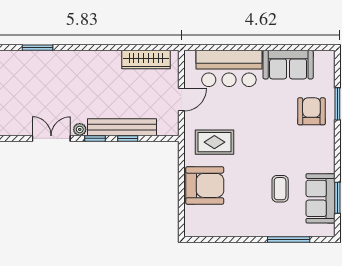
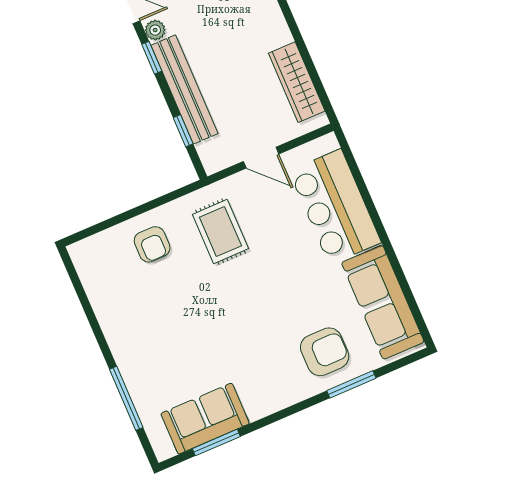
sofa: (288, 65) -> (383, 302), width x1.36
window: (128, 138) -> (183, 131), moved
armchair: (205, 185) -> (152, 244), width x0.53, depth x0.53
coffee table: (280, 189) -> (194, 355), removed

